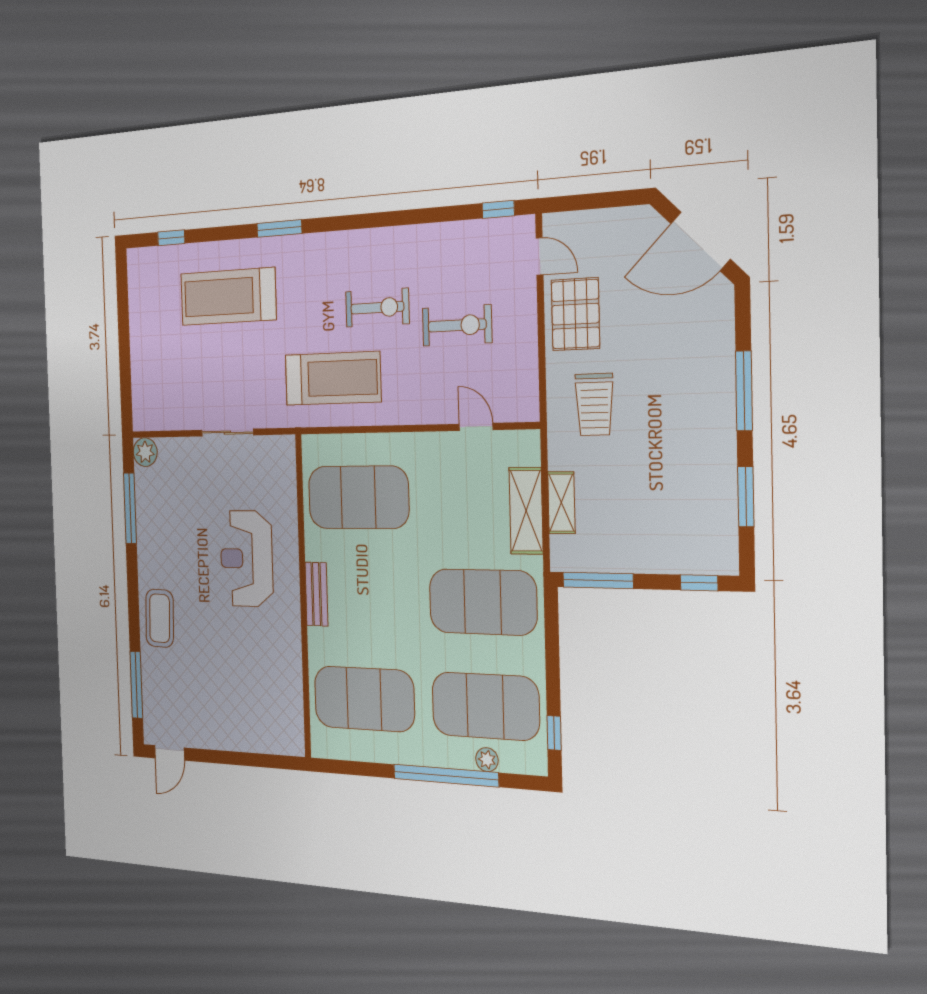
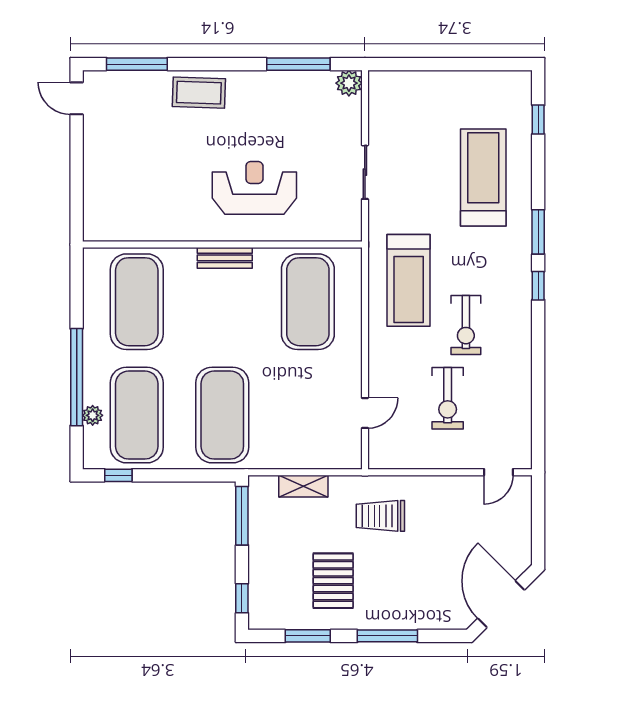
window: (498, 209) -> (538, 286), moved
pallet: (575, 314) -> (333, 581), moved, turned 90
shelving: (526, 511) -> (297, 455), removed

